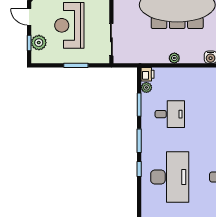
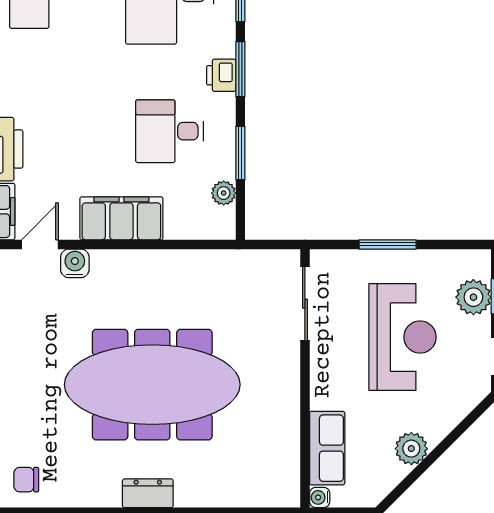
plant: (174, 58) -> (159, 261), removed
printer: (148, 74) -> (221, 75), moved
filing cabinet: (190, 77) -> (121, 218), added

